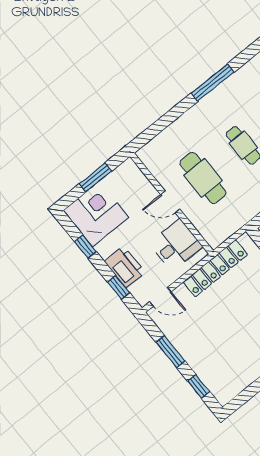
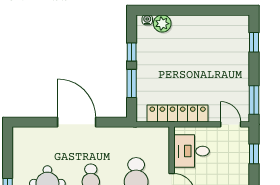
printer: (125, 267) -> (239, 165), removed
window: (170, 352) -> (254, 100), moved

